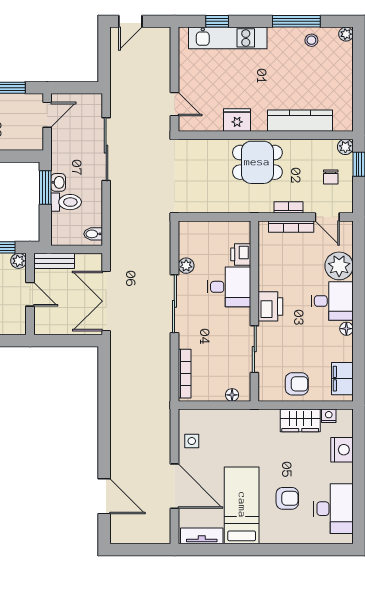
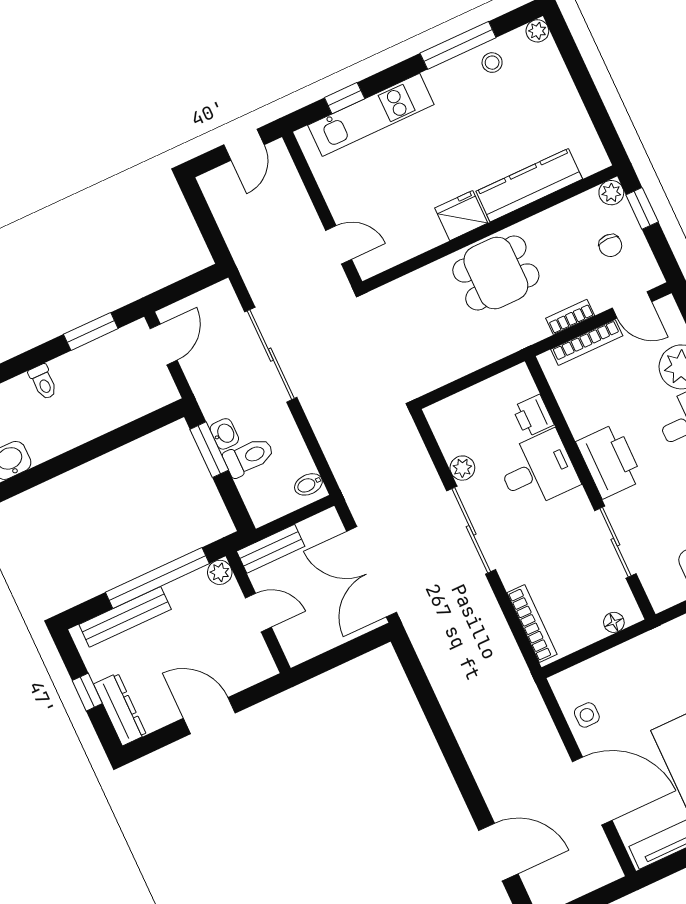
door: (130, 21) -> (244, 145), moved
fridge: (237, 120) -> (461, 216), moved
printer: (270, 306) -> (610, 461), width x1.37, depth x1.19

